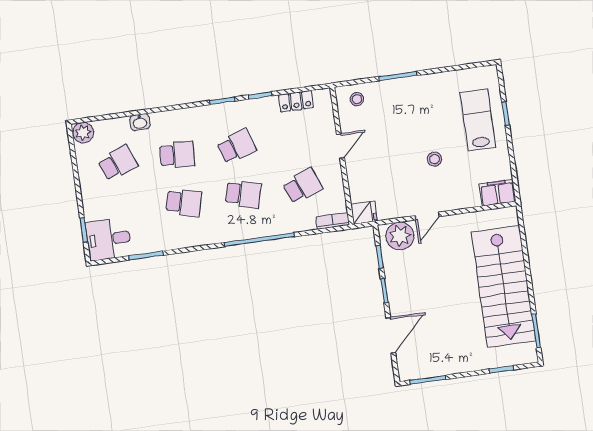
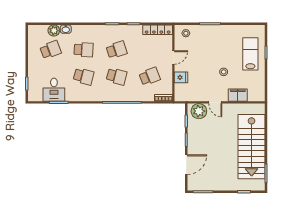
locker: (296, 101) -> (158, 30), width x1.53
plant: (83, 133) -> (54, 31), moved
filing cabinet: (498, 193) -> (238, 95), moved
fridge: (364, 213) -> (181, 77), moved
door: (427, 216) -> (215, 102), hinge flipped
desk: (108, 239) -> (54, 90), moved, turned -90

